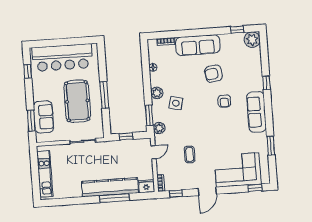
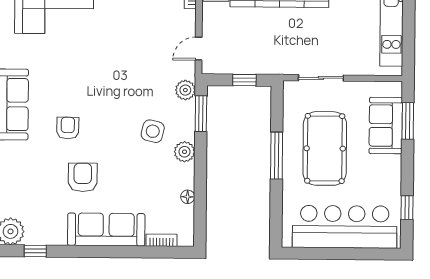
armchair: (214, 74) -> (83, 177), turned -82
coffee table: (190, 154) -> (136, 40), removed

